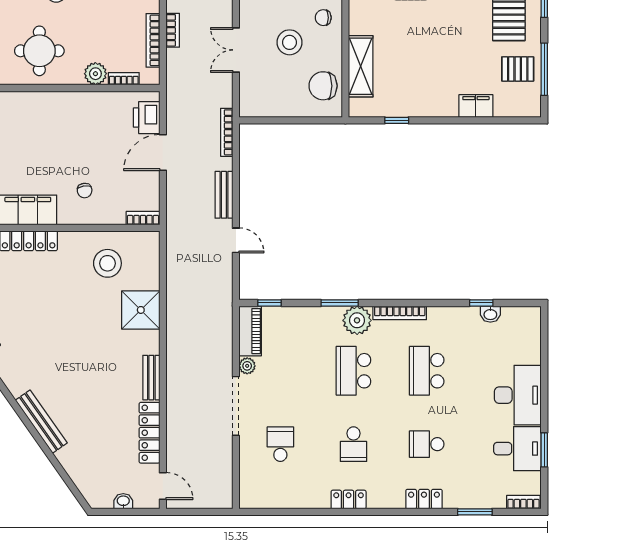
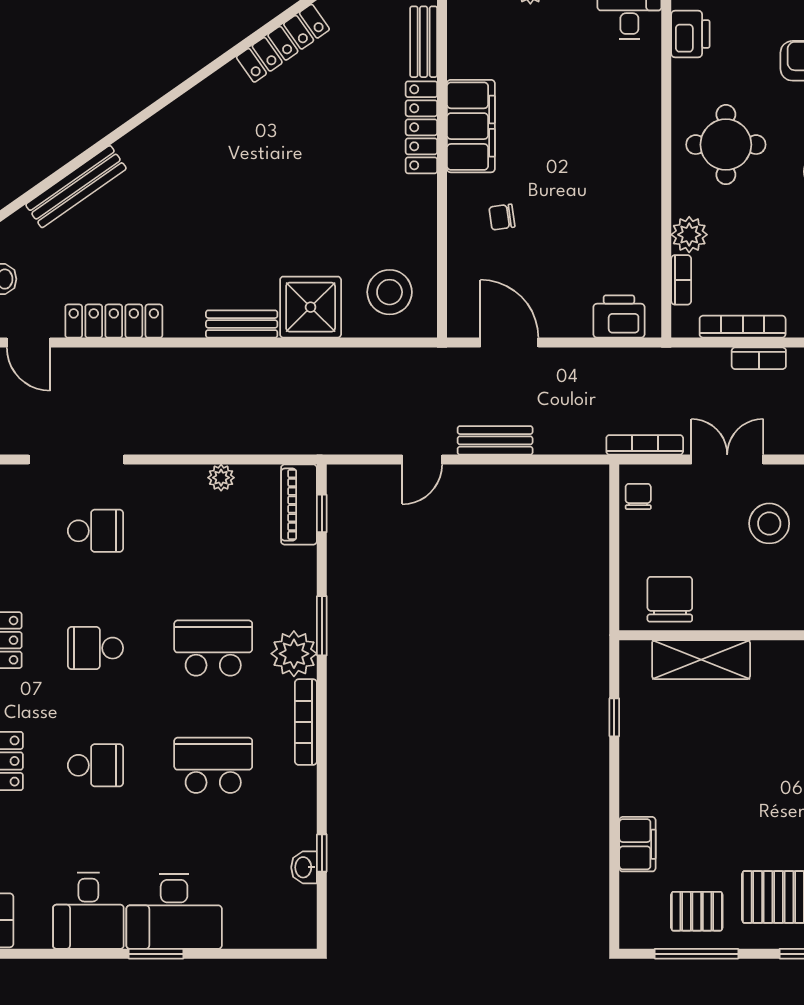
chair: (323, 18) -> (638, 496), moved
stool: (290, 42) -> (769, 523), moved
pallet: (518, 69) -> (697, 911), turned 90
bookcase: (227, 132) -> (645, 445), moved
door: (163, 152) -> (509, 343), moved
bookcase: (143, 218) -> (458, 311), removed
stool: (107, 263) -> (390, 292), moved
piano: (250, 331) -> (299, 505), moved, turned 90
bench: (151, 378) -> (242, 324), moved
doorway: (236, 406) -> (76, 460), moved
bench: (41, 422) -> (76, 187), moved
school desk: (427, 444) -> (95, 765), turned 90
window: (544, 450) -> (156, 954), moved
door: (163, 486) -> (28, 343), hinge flipped

